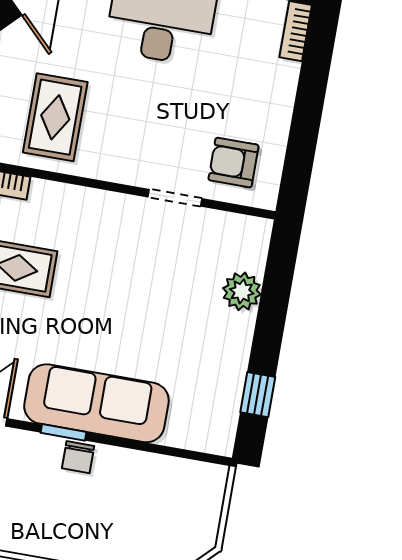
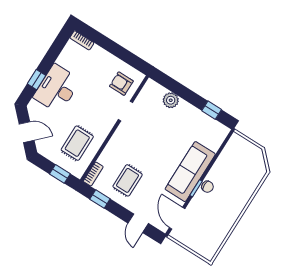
rug: (55, 117) -> (77, 143), turned 90
armchair: (233, 163) -> (121, 84), turned 90

